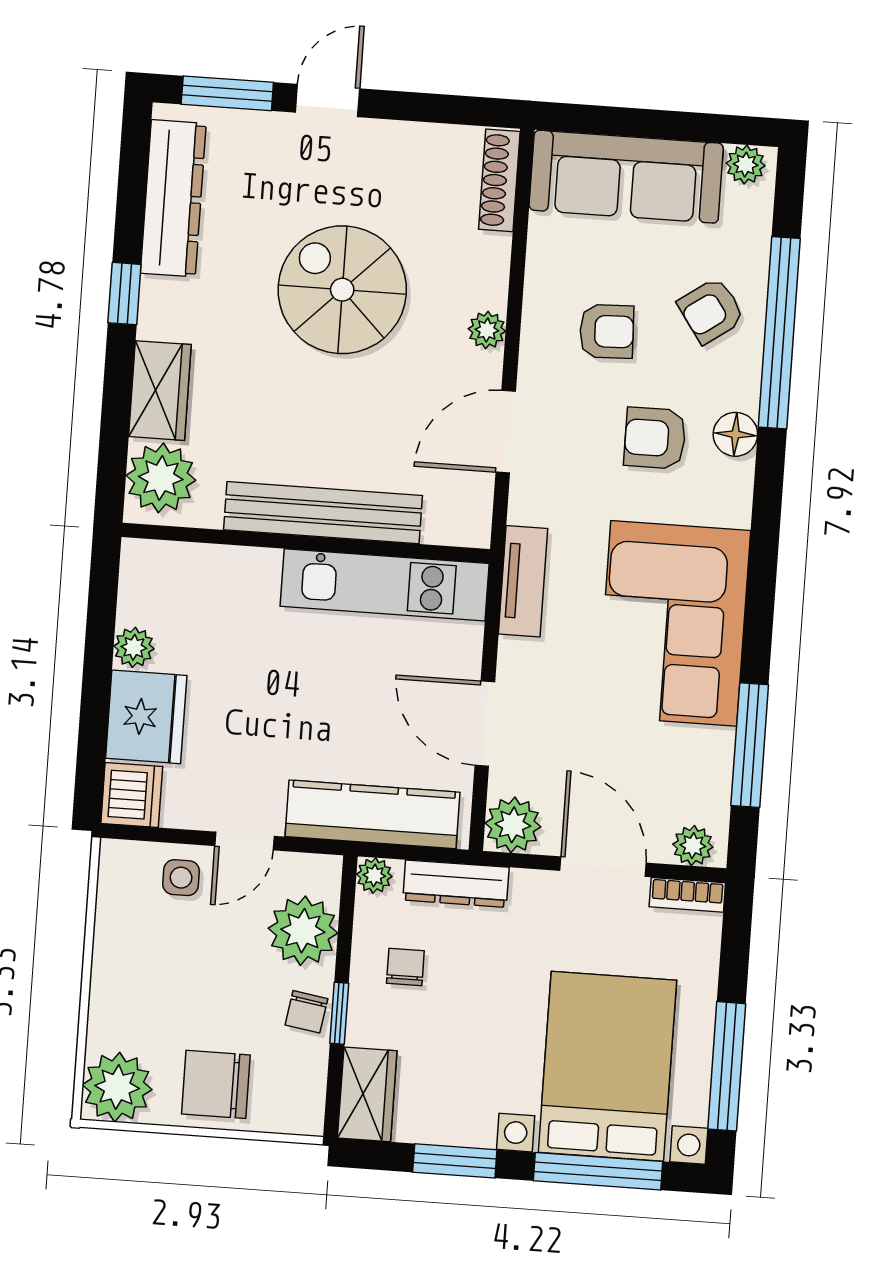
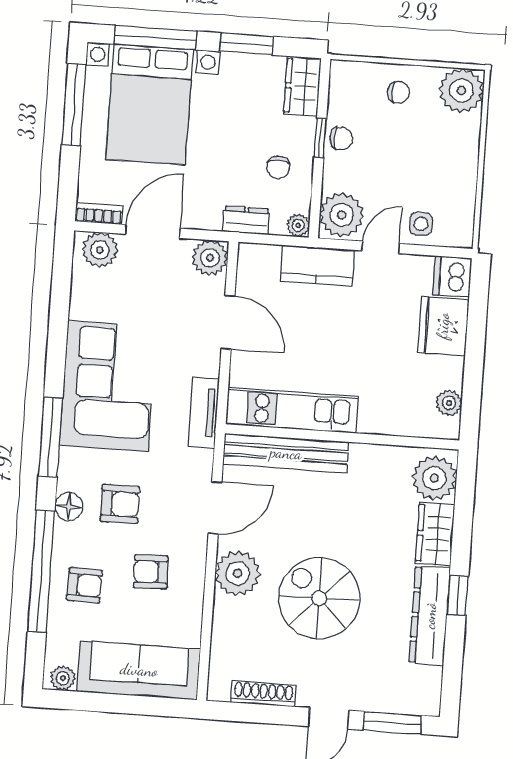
shoe rack: (499, 180) -> (263, 694), moved, turned -90
dresser: (173, 198) -> (430, 616), moved
spiral stairs: (342, 290) -> (319, 598), turned 180
armchair: (711, 311) -> (84, 585), turned 37
plant: (487, 330) -> (238, 573), width x1.87, depth x1.87
bench: (323, 513) -> (286, 453), moved
plant: (134, 647) -> (449, 403), moved
window: (750, 745) -> (50, 437), moved
kitchen counter: (372, 814) -> (317, 266), width x0.67
plant: (693, 846) -> (100, 250), width x1.38, depth x1.38
door: (603, 867) -> (153, 231), swing flipped
dresser: (456, 884) -> (246, 220), width x0.70
plant: (303, 931) -> (342, 215), moved
chair: (306, 1012) -> (341, 139), turned 81
chair: (216, 1084) -> (399, 92), width x0.54, depth x0.54

